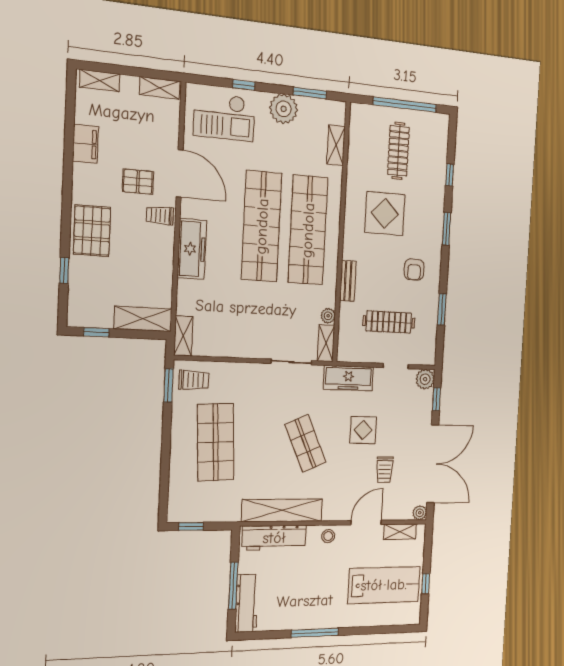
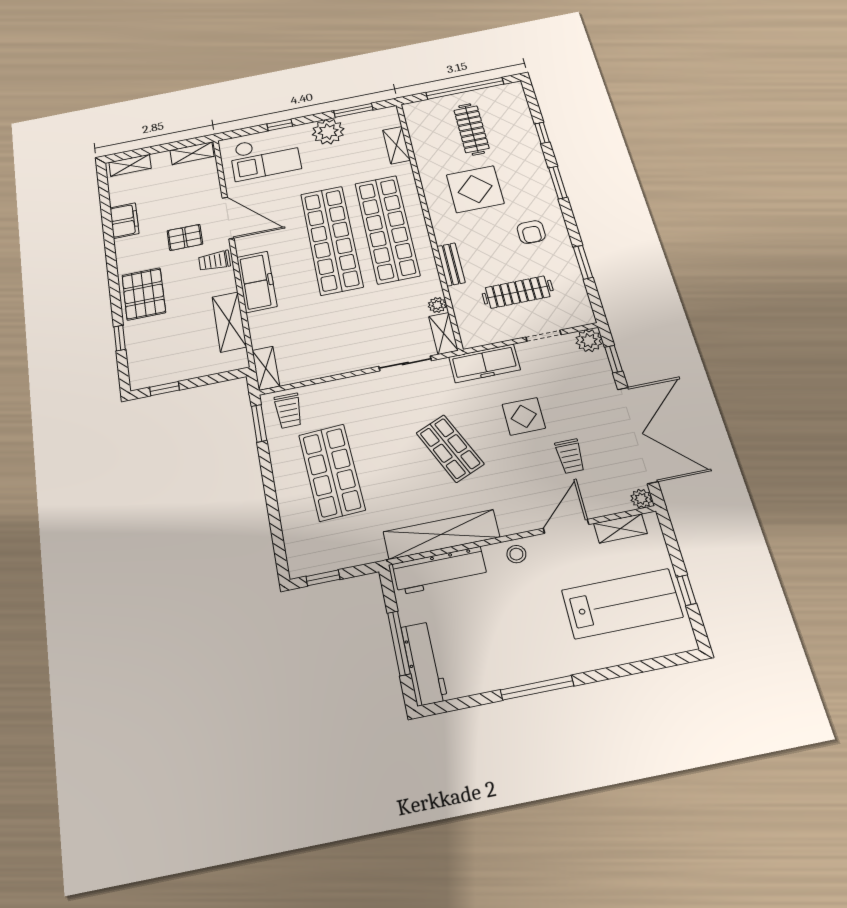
shelving: (143, 319) -> (229, 322), moved, turned 90
trolley: (194, 380) -> (288, 411), turned 90

